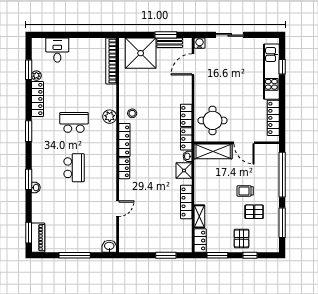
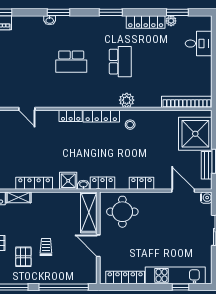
locker: (186, 115) -> (141, 183), moved
door: (244, 143) -> (98, 246), hinge flipped

